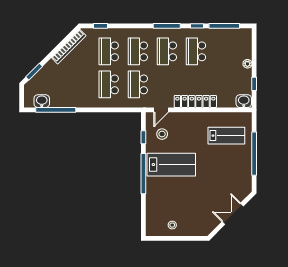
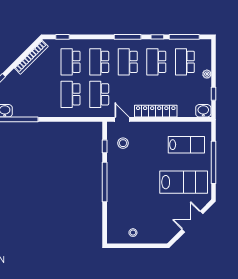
school desk: (225, 51) -> (185, 62), added
door: (161, 110) -> (122, 119), swing flipped
lab bench: (171, 165) -> (184, 182), moved

